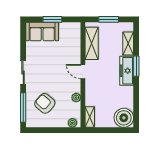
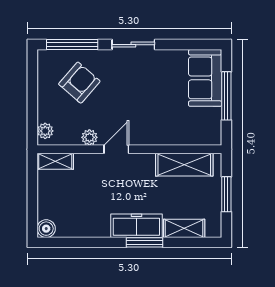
window: (52, 19) -> (226, 96), width x1.44
door: (83, 72) -> (116, 149), moved
boiler: (124, 118) -> (46, 229), width x0.54, depth x0.54

